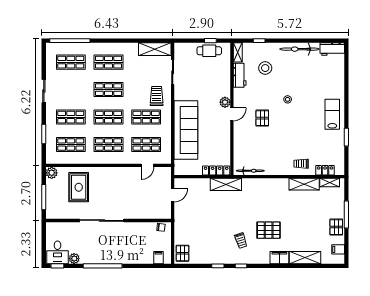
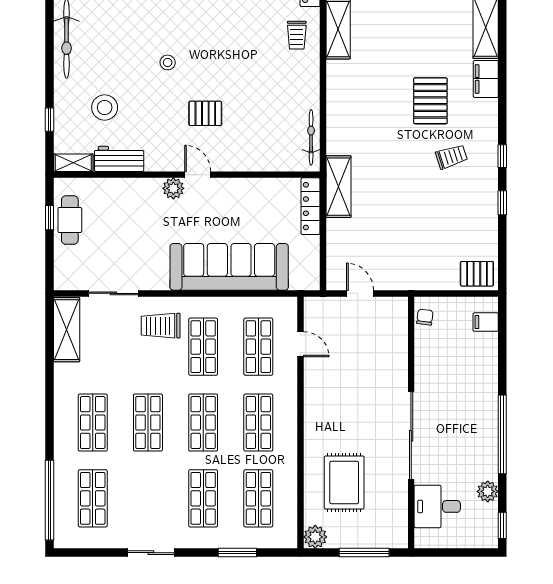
rug: (79, 187) -> (344, 482), turned 90
desk: (57, 252) -> (437, 506), moved, turned 180

